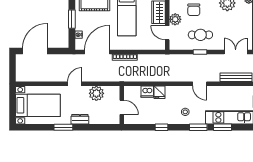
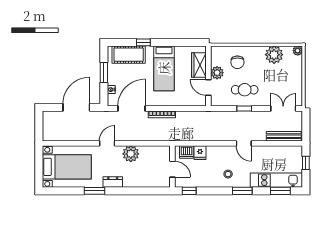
door: (35, 51) -> (76, 107), moved
wall: (122, 105) -> (172, 167), moved
door: (122, 107) -> (172, 169), moved
window: (161, 127) -> (189, 191), moved
window: (222, 127) -> (280, 191), moved

